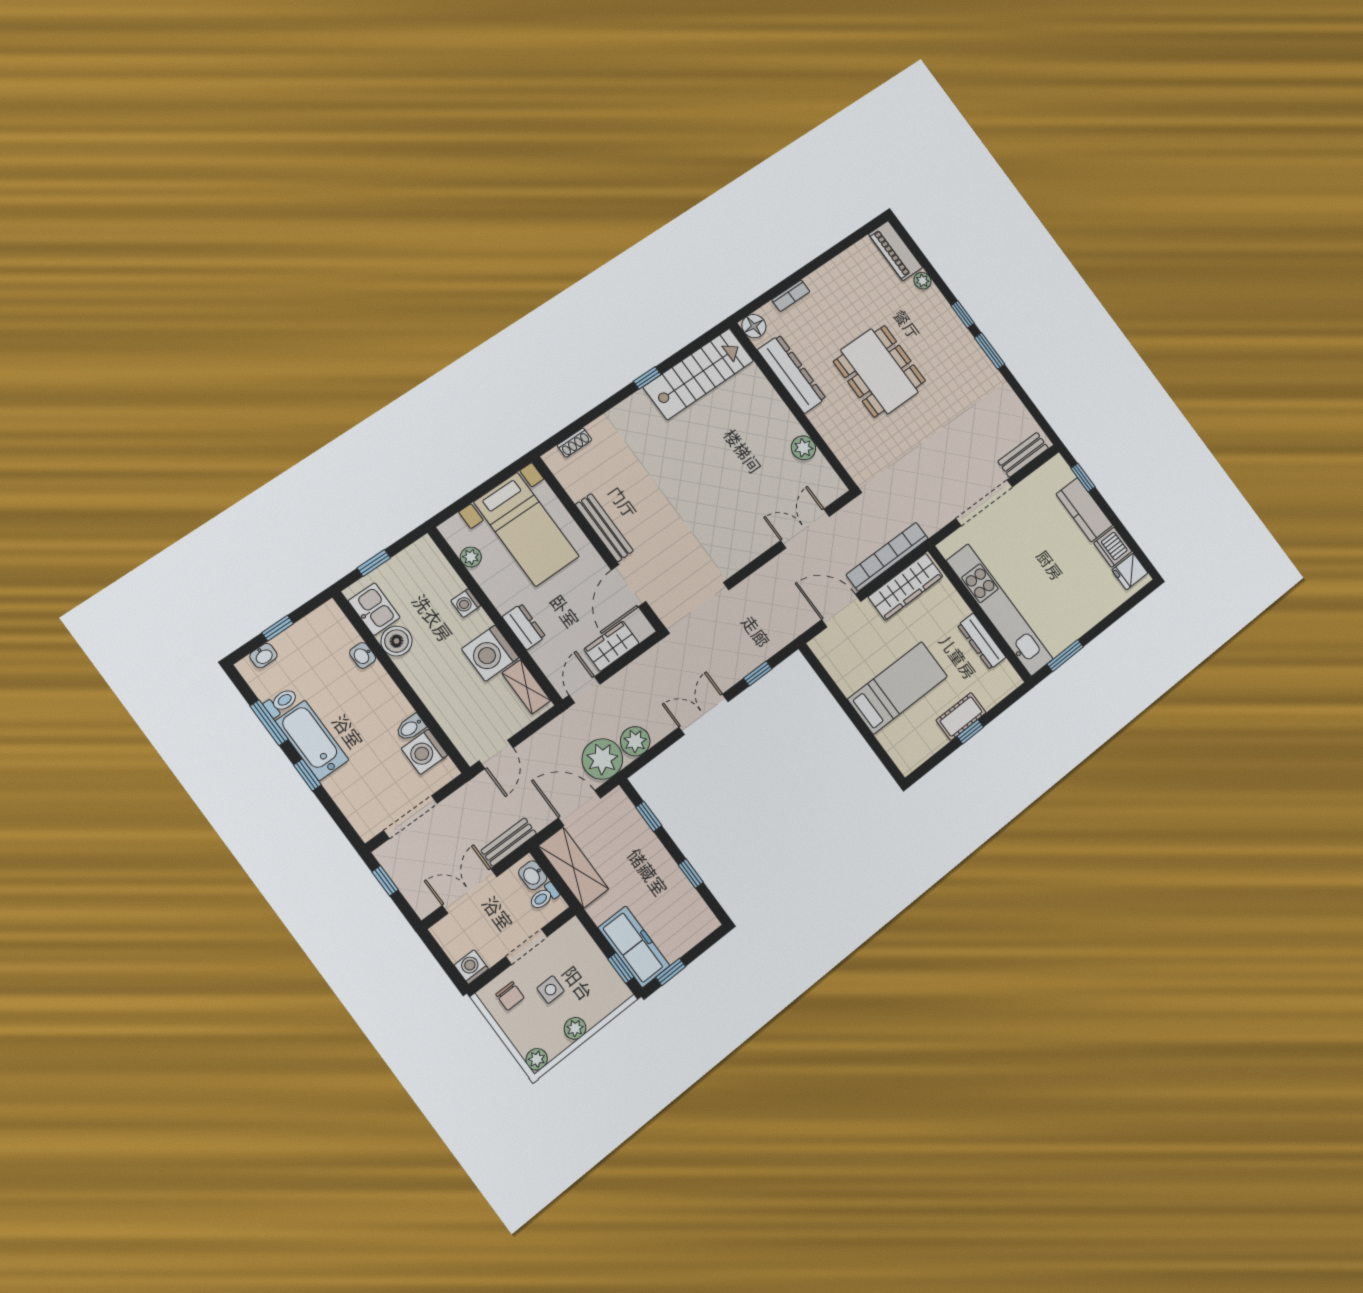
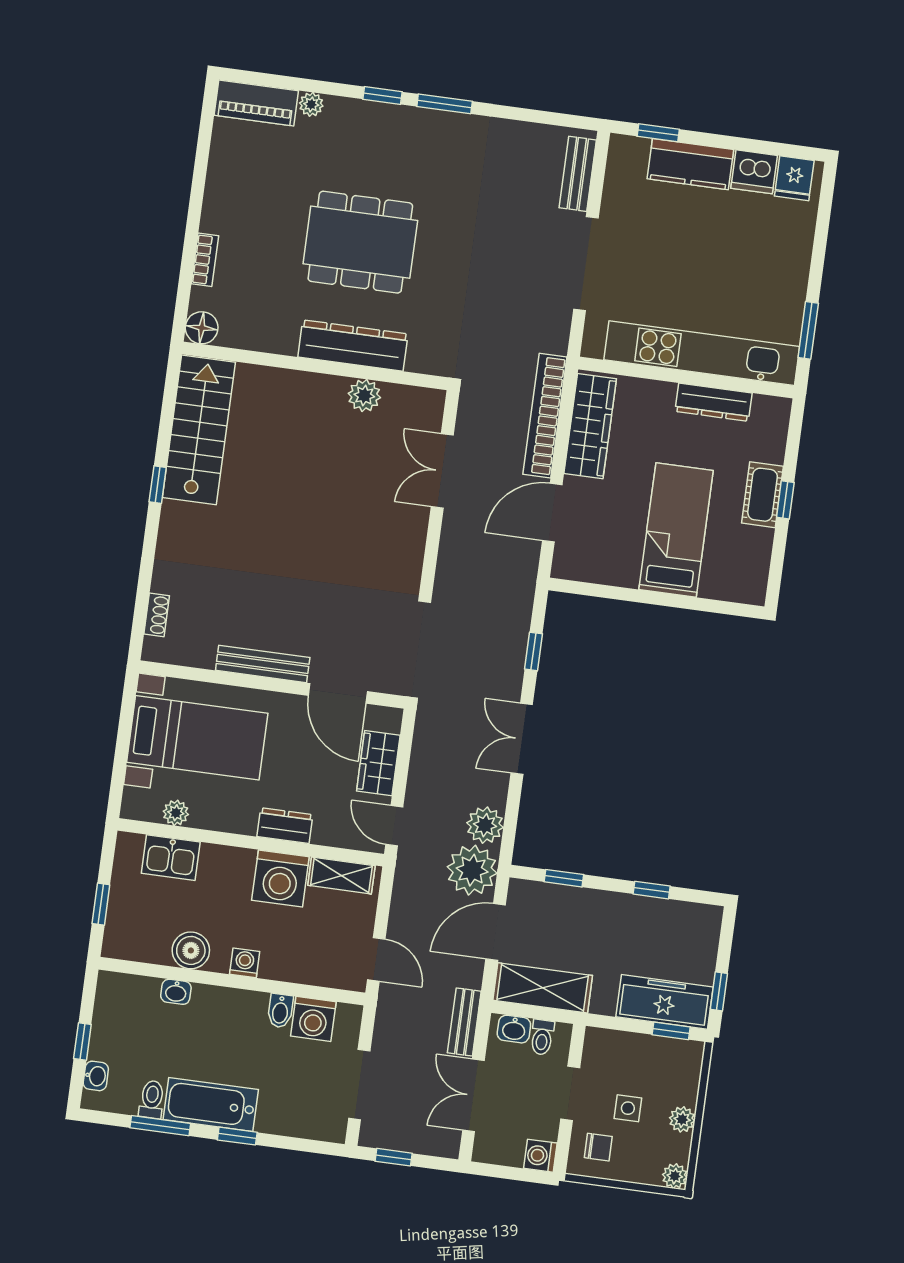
dresser: (792, 374) -> (353, 345), moved
washing machine: (466, 603) -> (245, 963), moved, turned 180
kitchen sink: (374, 609) -> (171, 858), moved, turned 180

